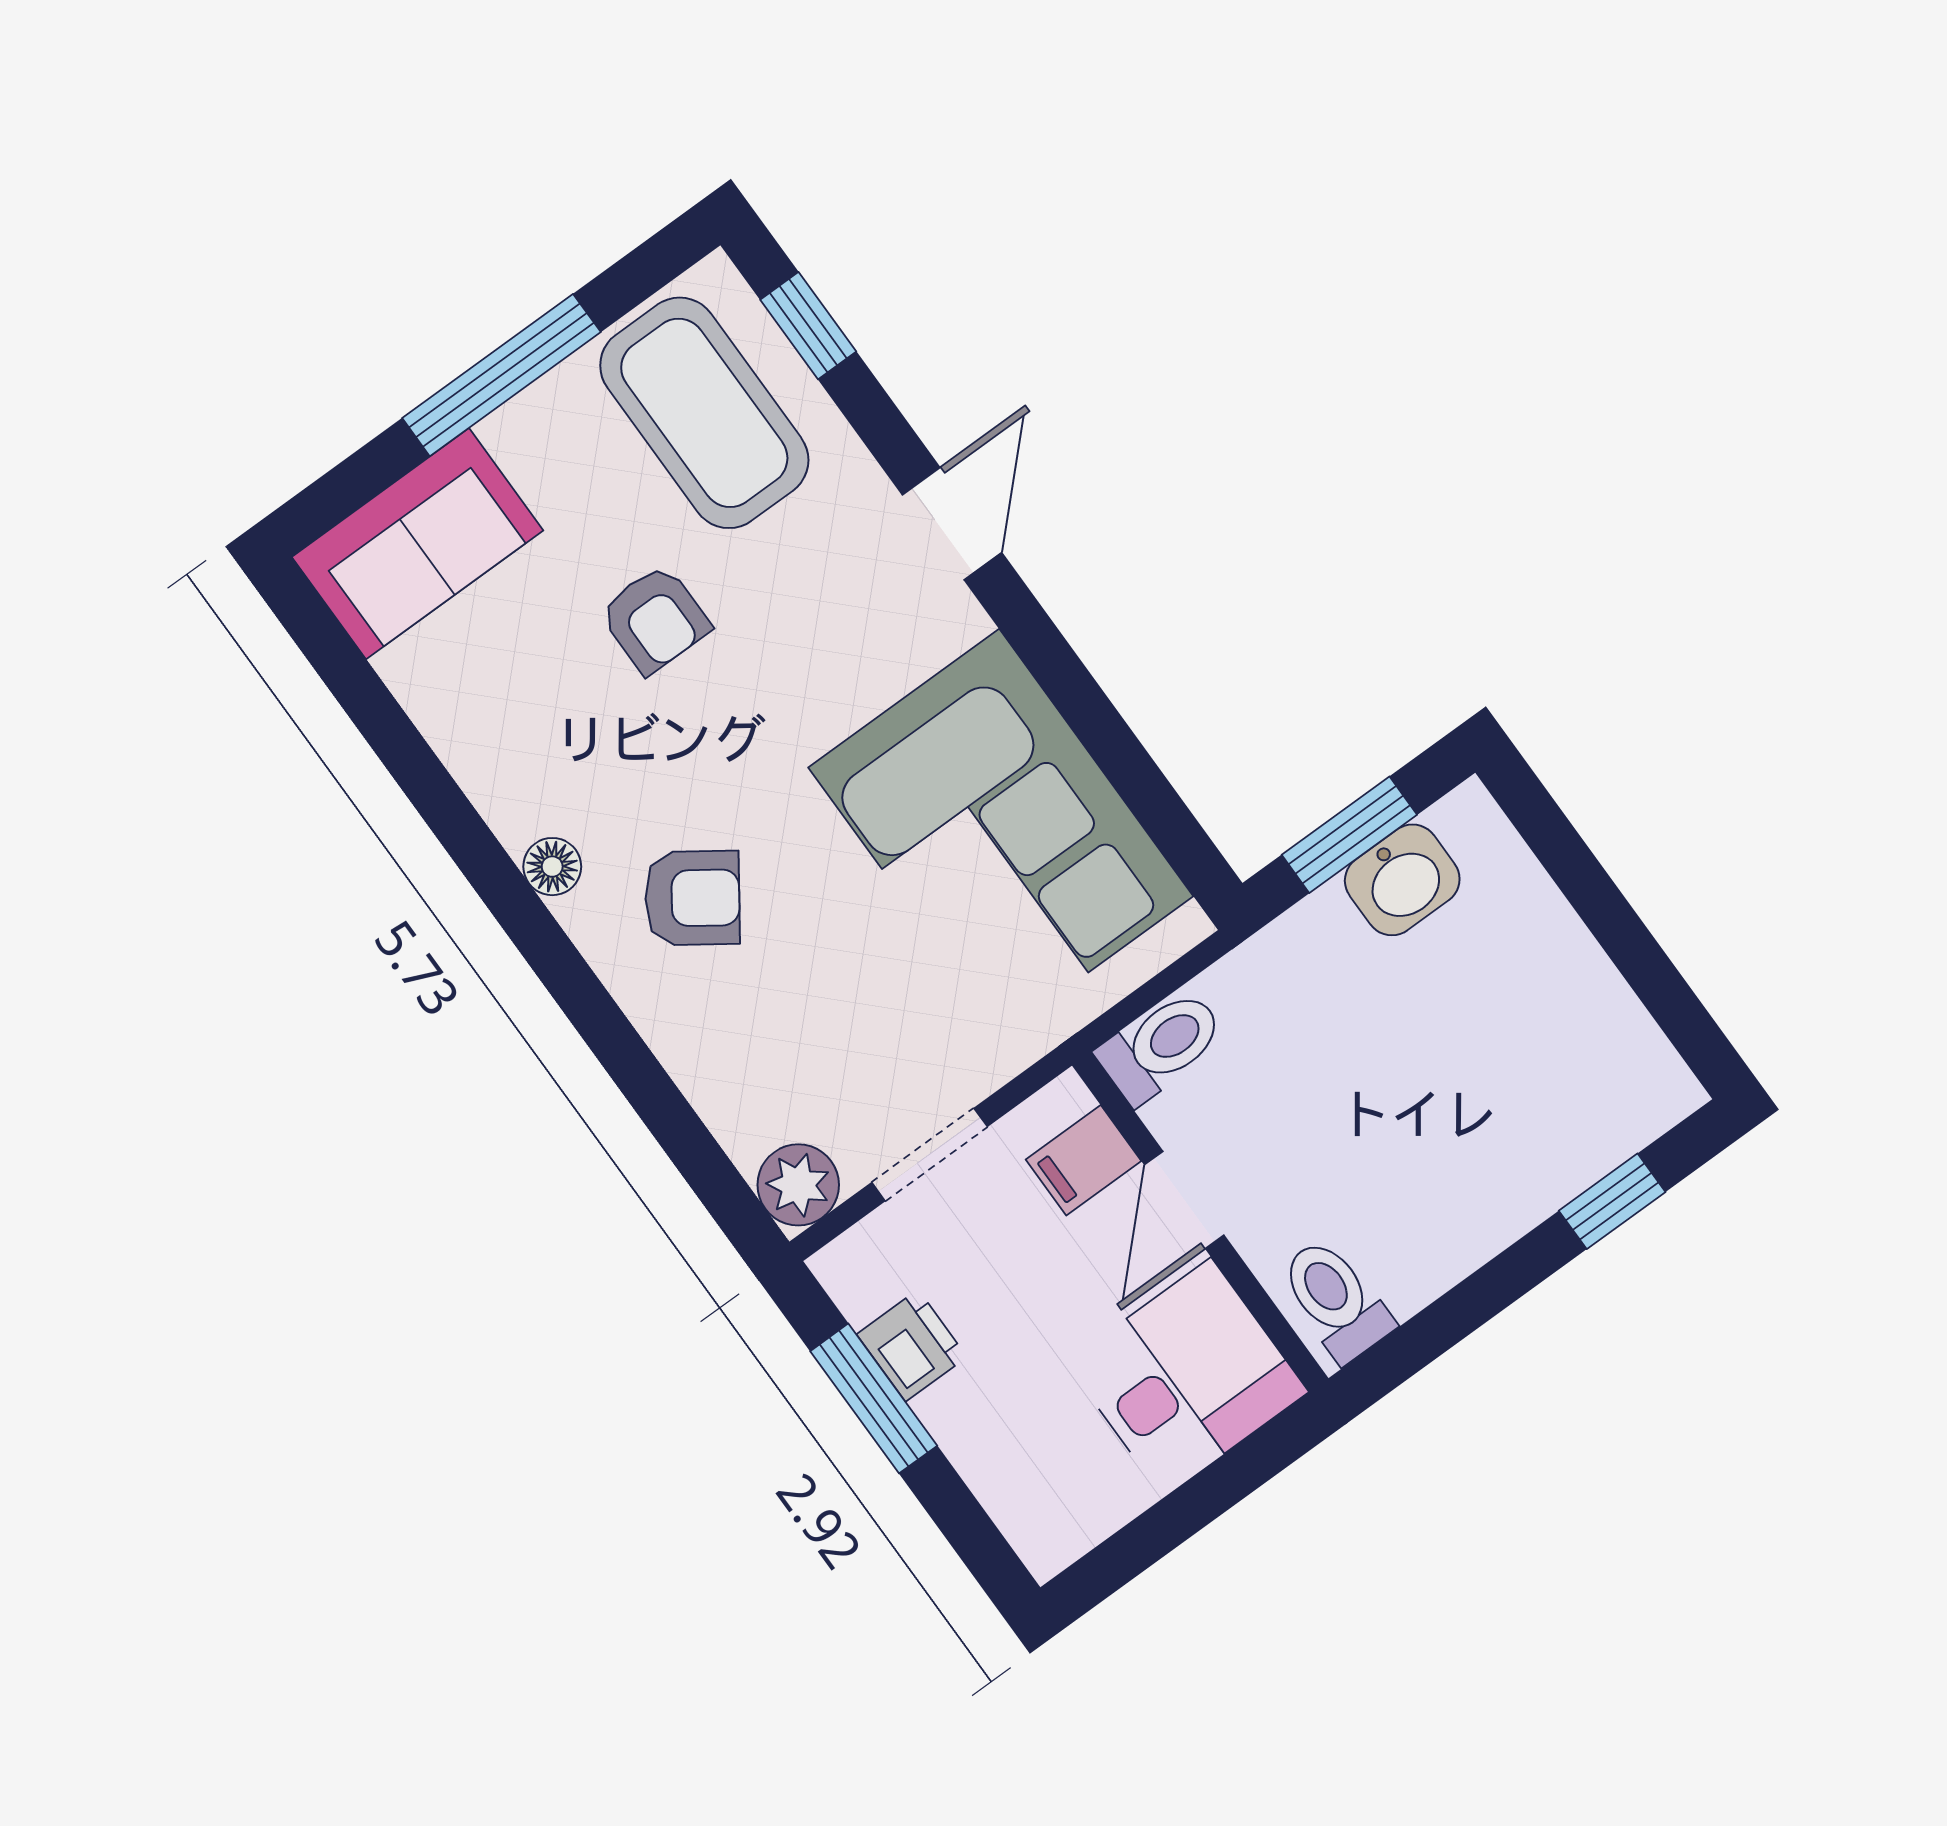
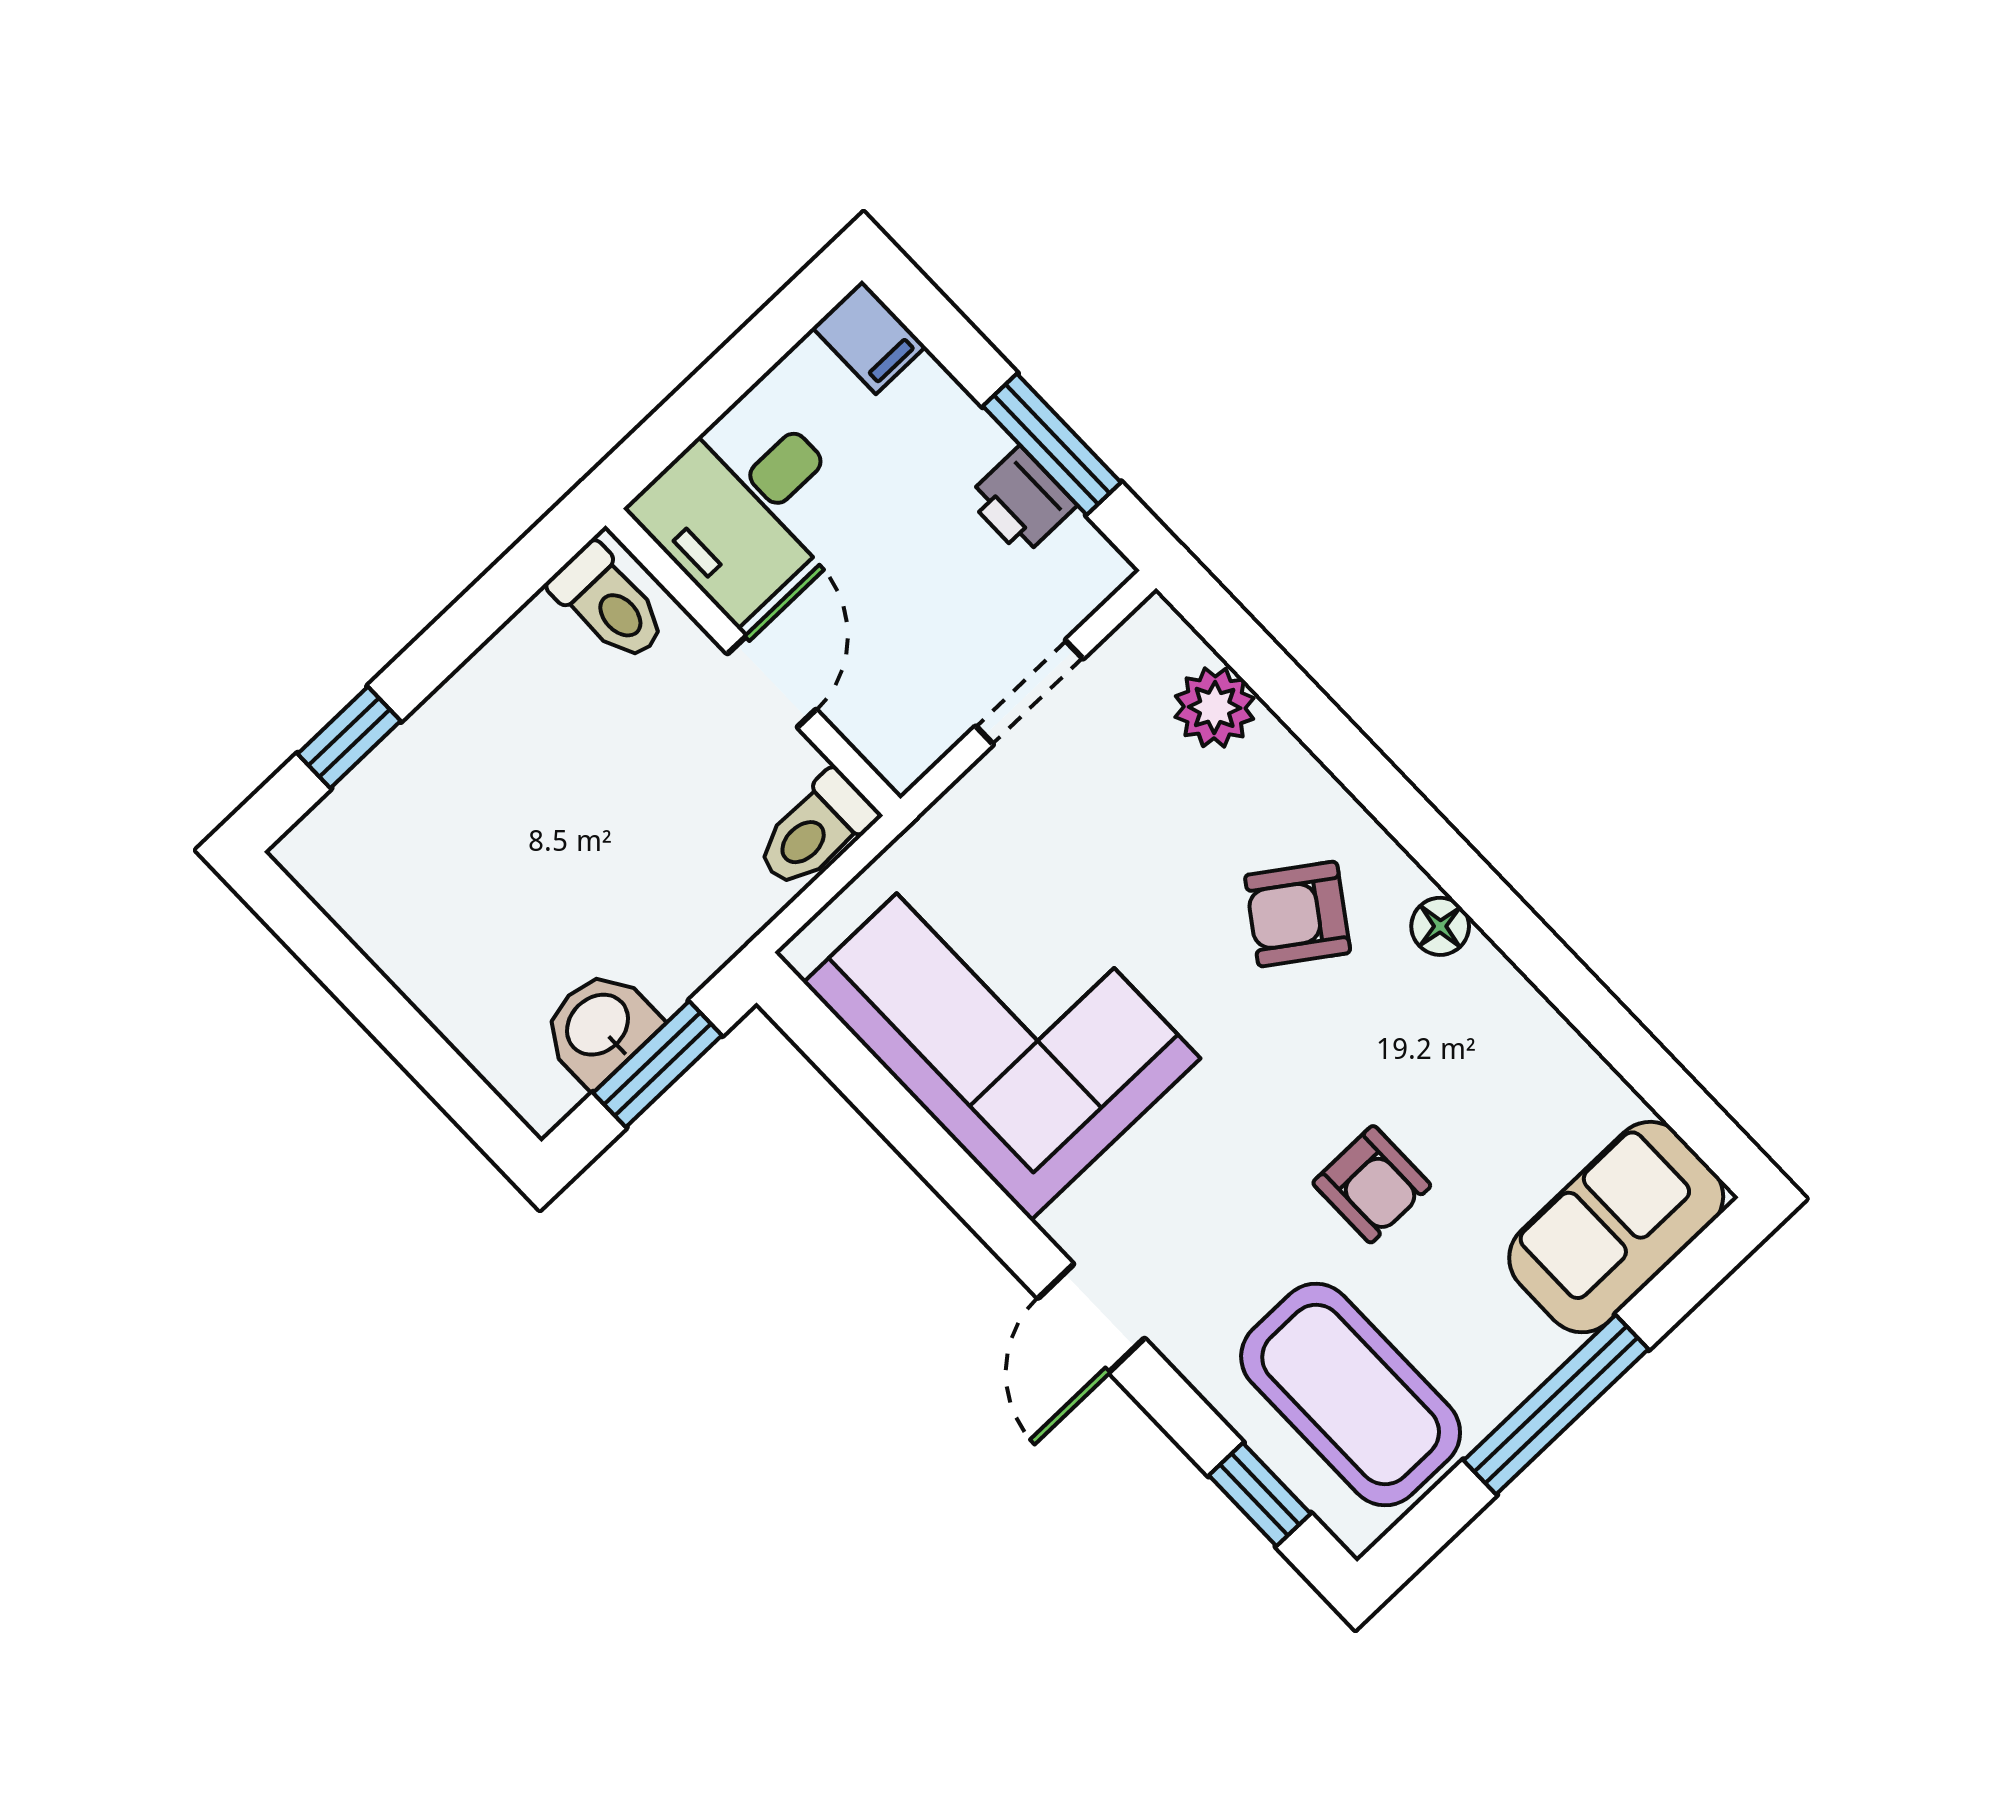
armchair: (655, 619) -> (1372, 1184), turned 180
filing cabinet: (1083, 1160) -> (869, 337), moved, turned 90
plant: (798, 1185) -> (1215, 707), moved

